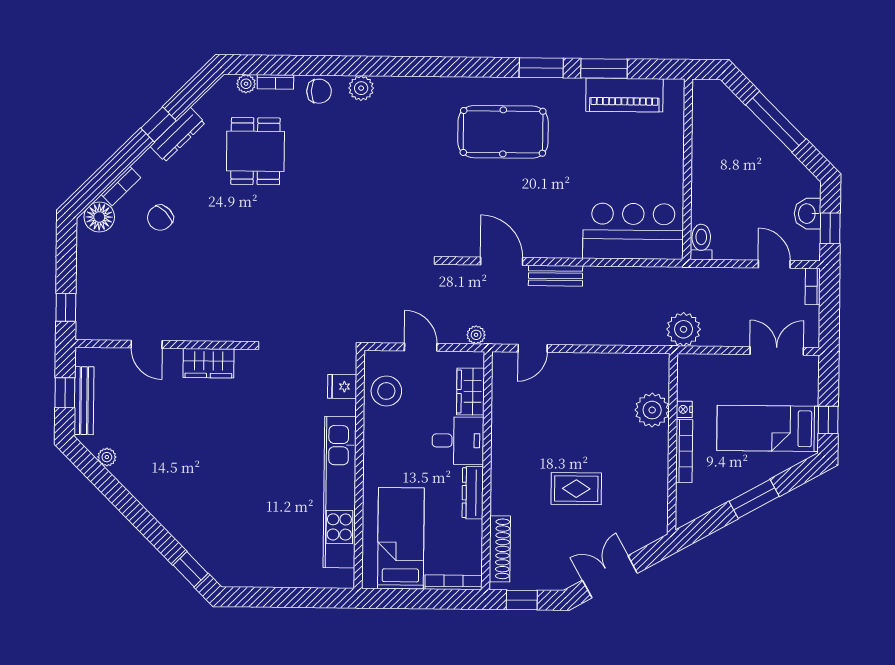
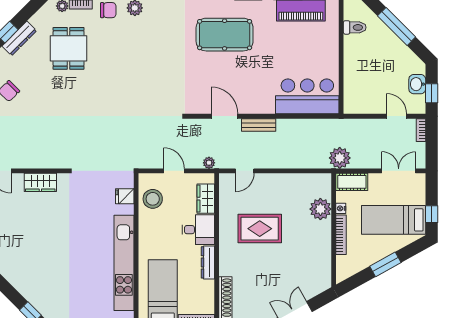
toilet: (701, 242) -> (355, 27), moved, turned 90
cot: (702, 367) -> (352, 182), added
rug: (576, 489) -> (260, 229), moved, width x1.36, depth x1.43

